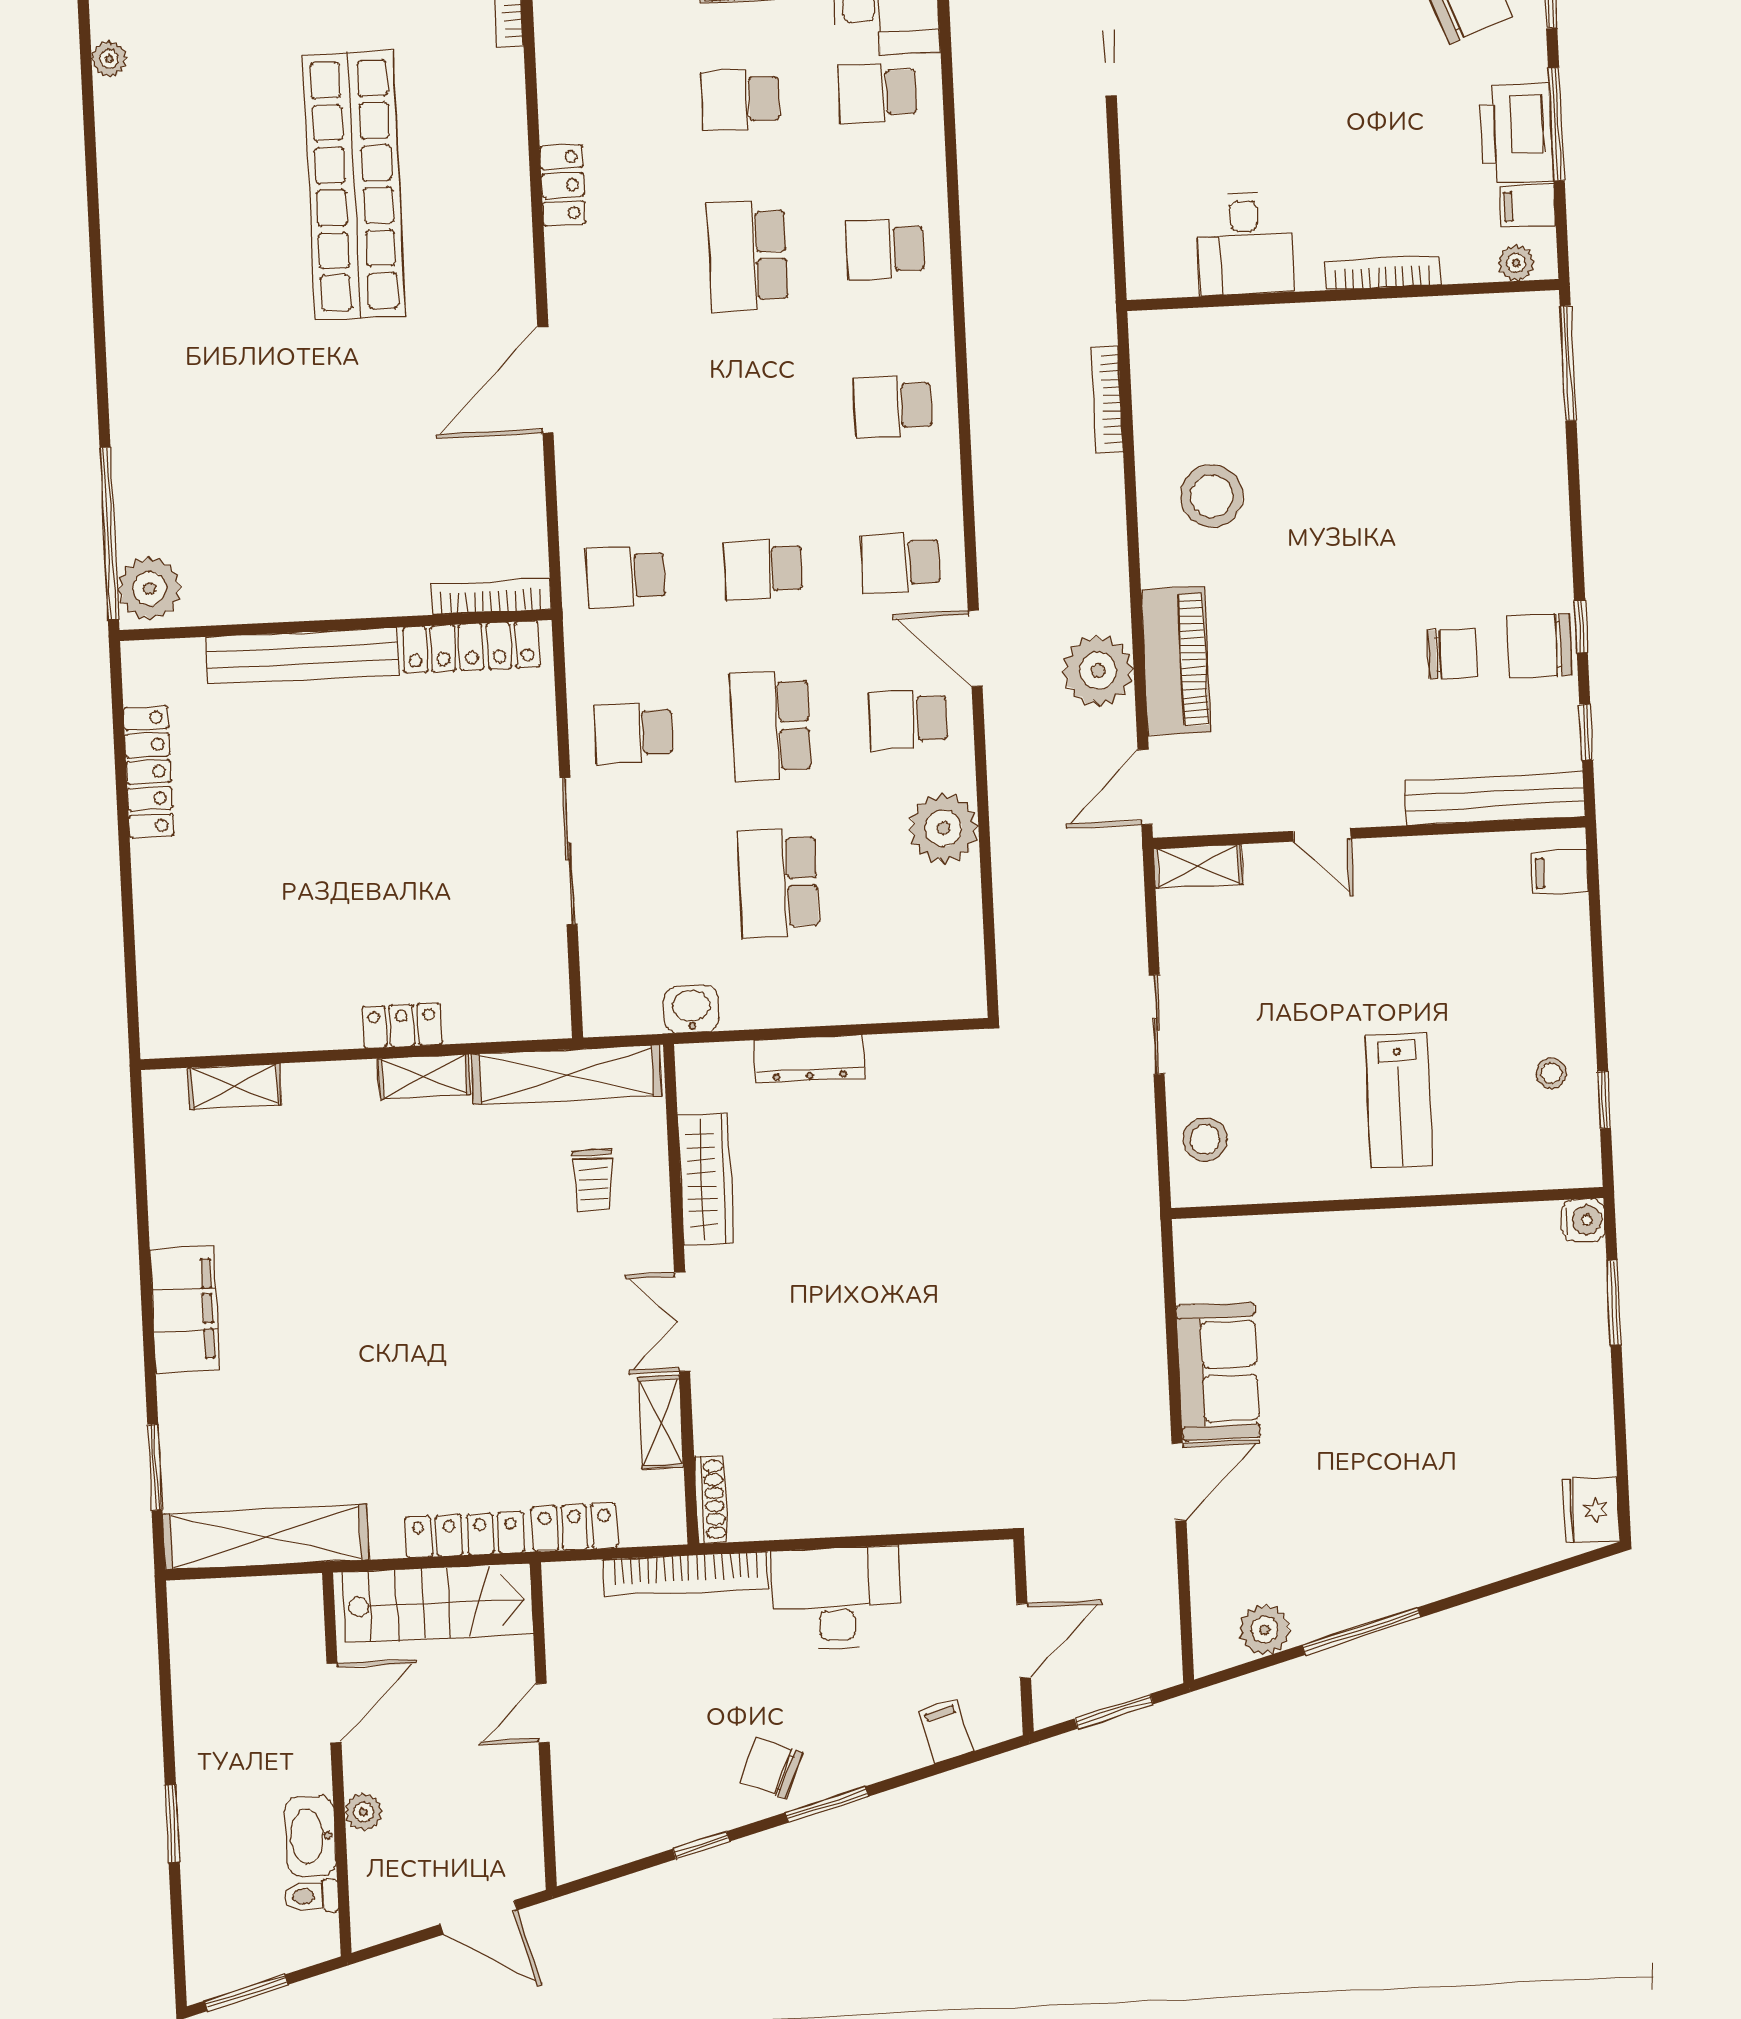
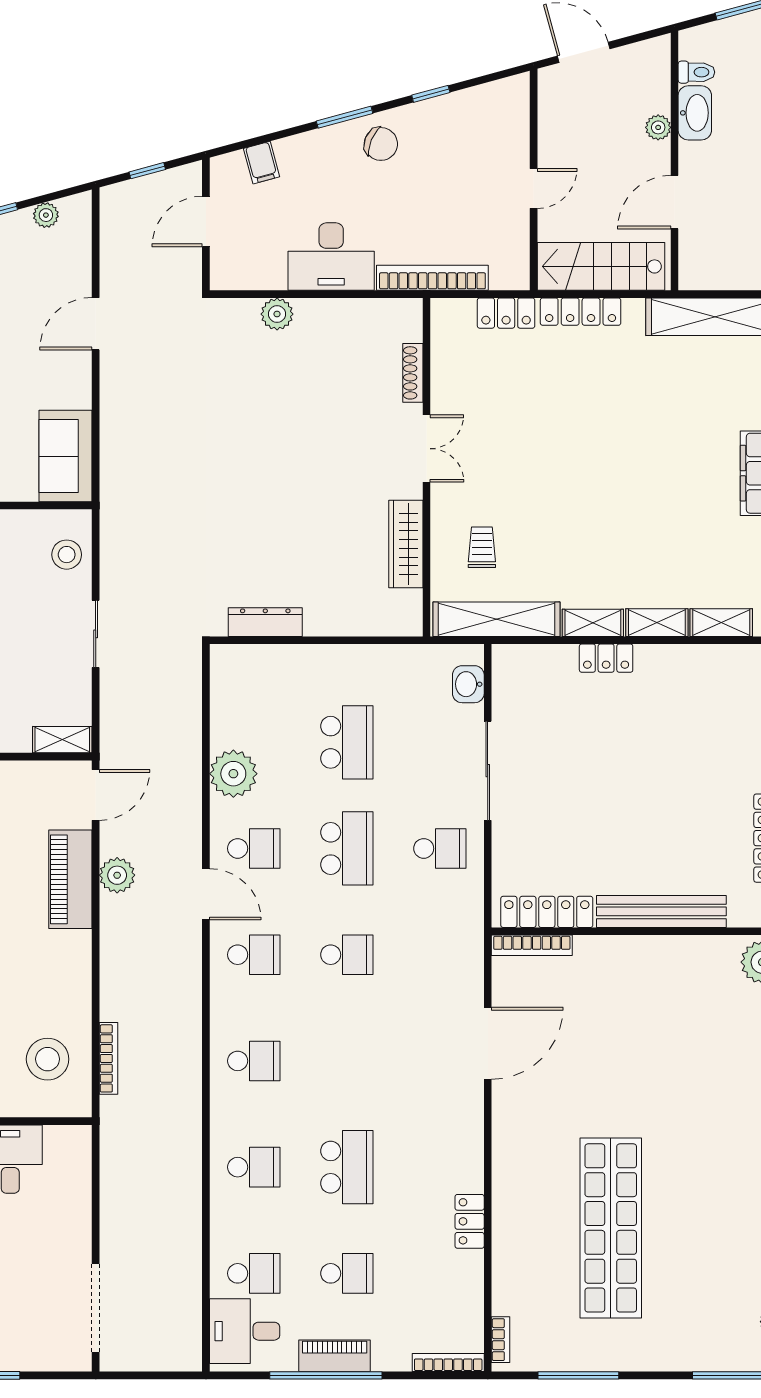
door: (545, 380) -> (488, 1043), moved
stool: (1212, 496) -> (48, 1059), moved
school desk: (626, 576) -> (440, 955), removed
plant: (1098, 671) -> (117, 875), width x0.73, depth x0.73
washbasin: (691, 1009) -> (468, 684), moved, turned 90
dresser: (809, 1059) -> (265, 622), moved
sofa: (1218, 1372) -> (65, 456), moved
shelving: (661, 1422) -> (657, 623), moved, turned 90
shoe rack: (711, 1500) -> (413, 373), moved
plant: (912, 1509) -> (277, 314), added
plant: (1265, 1630) -> (46, 215), width x0.73, depth x0.73
window: (1114, 1711) -> (147, 171), width x0.67

